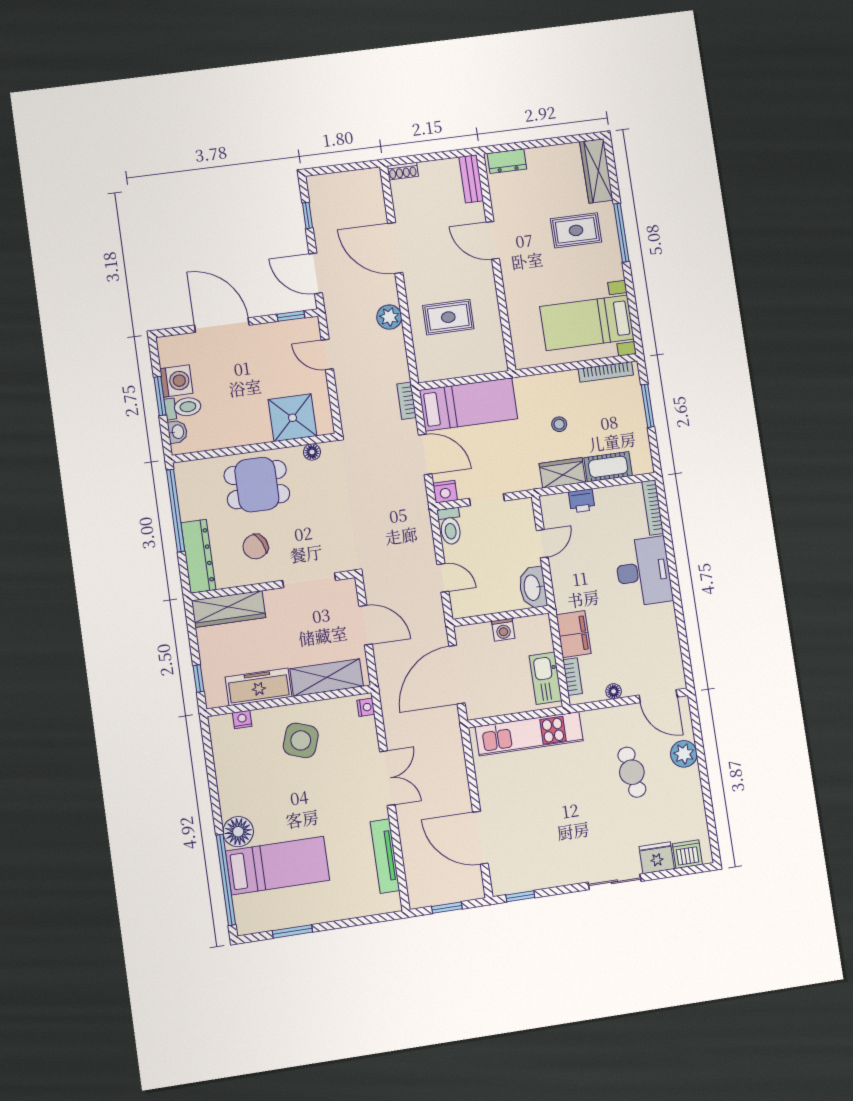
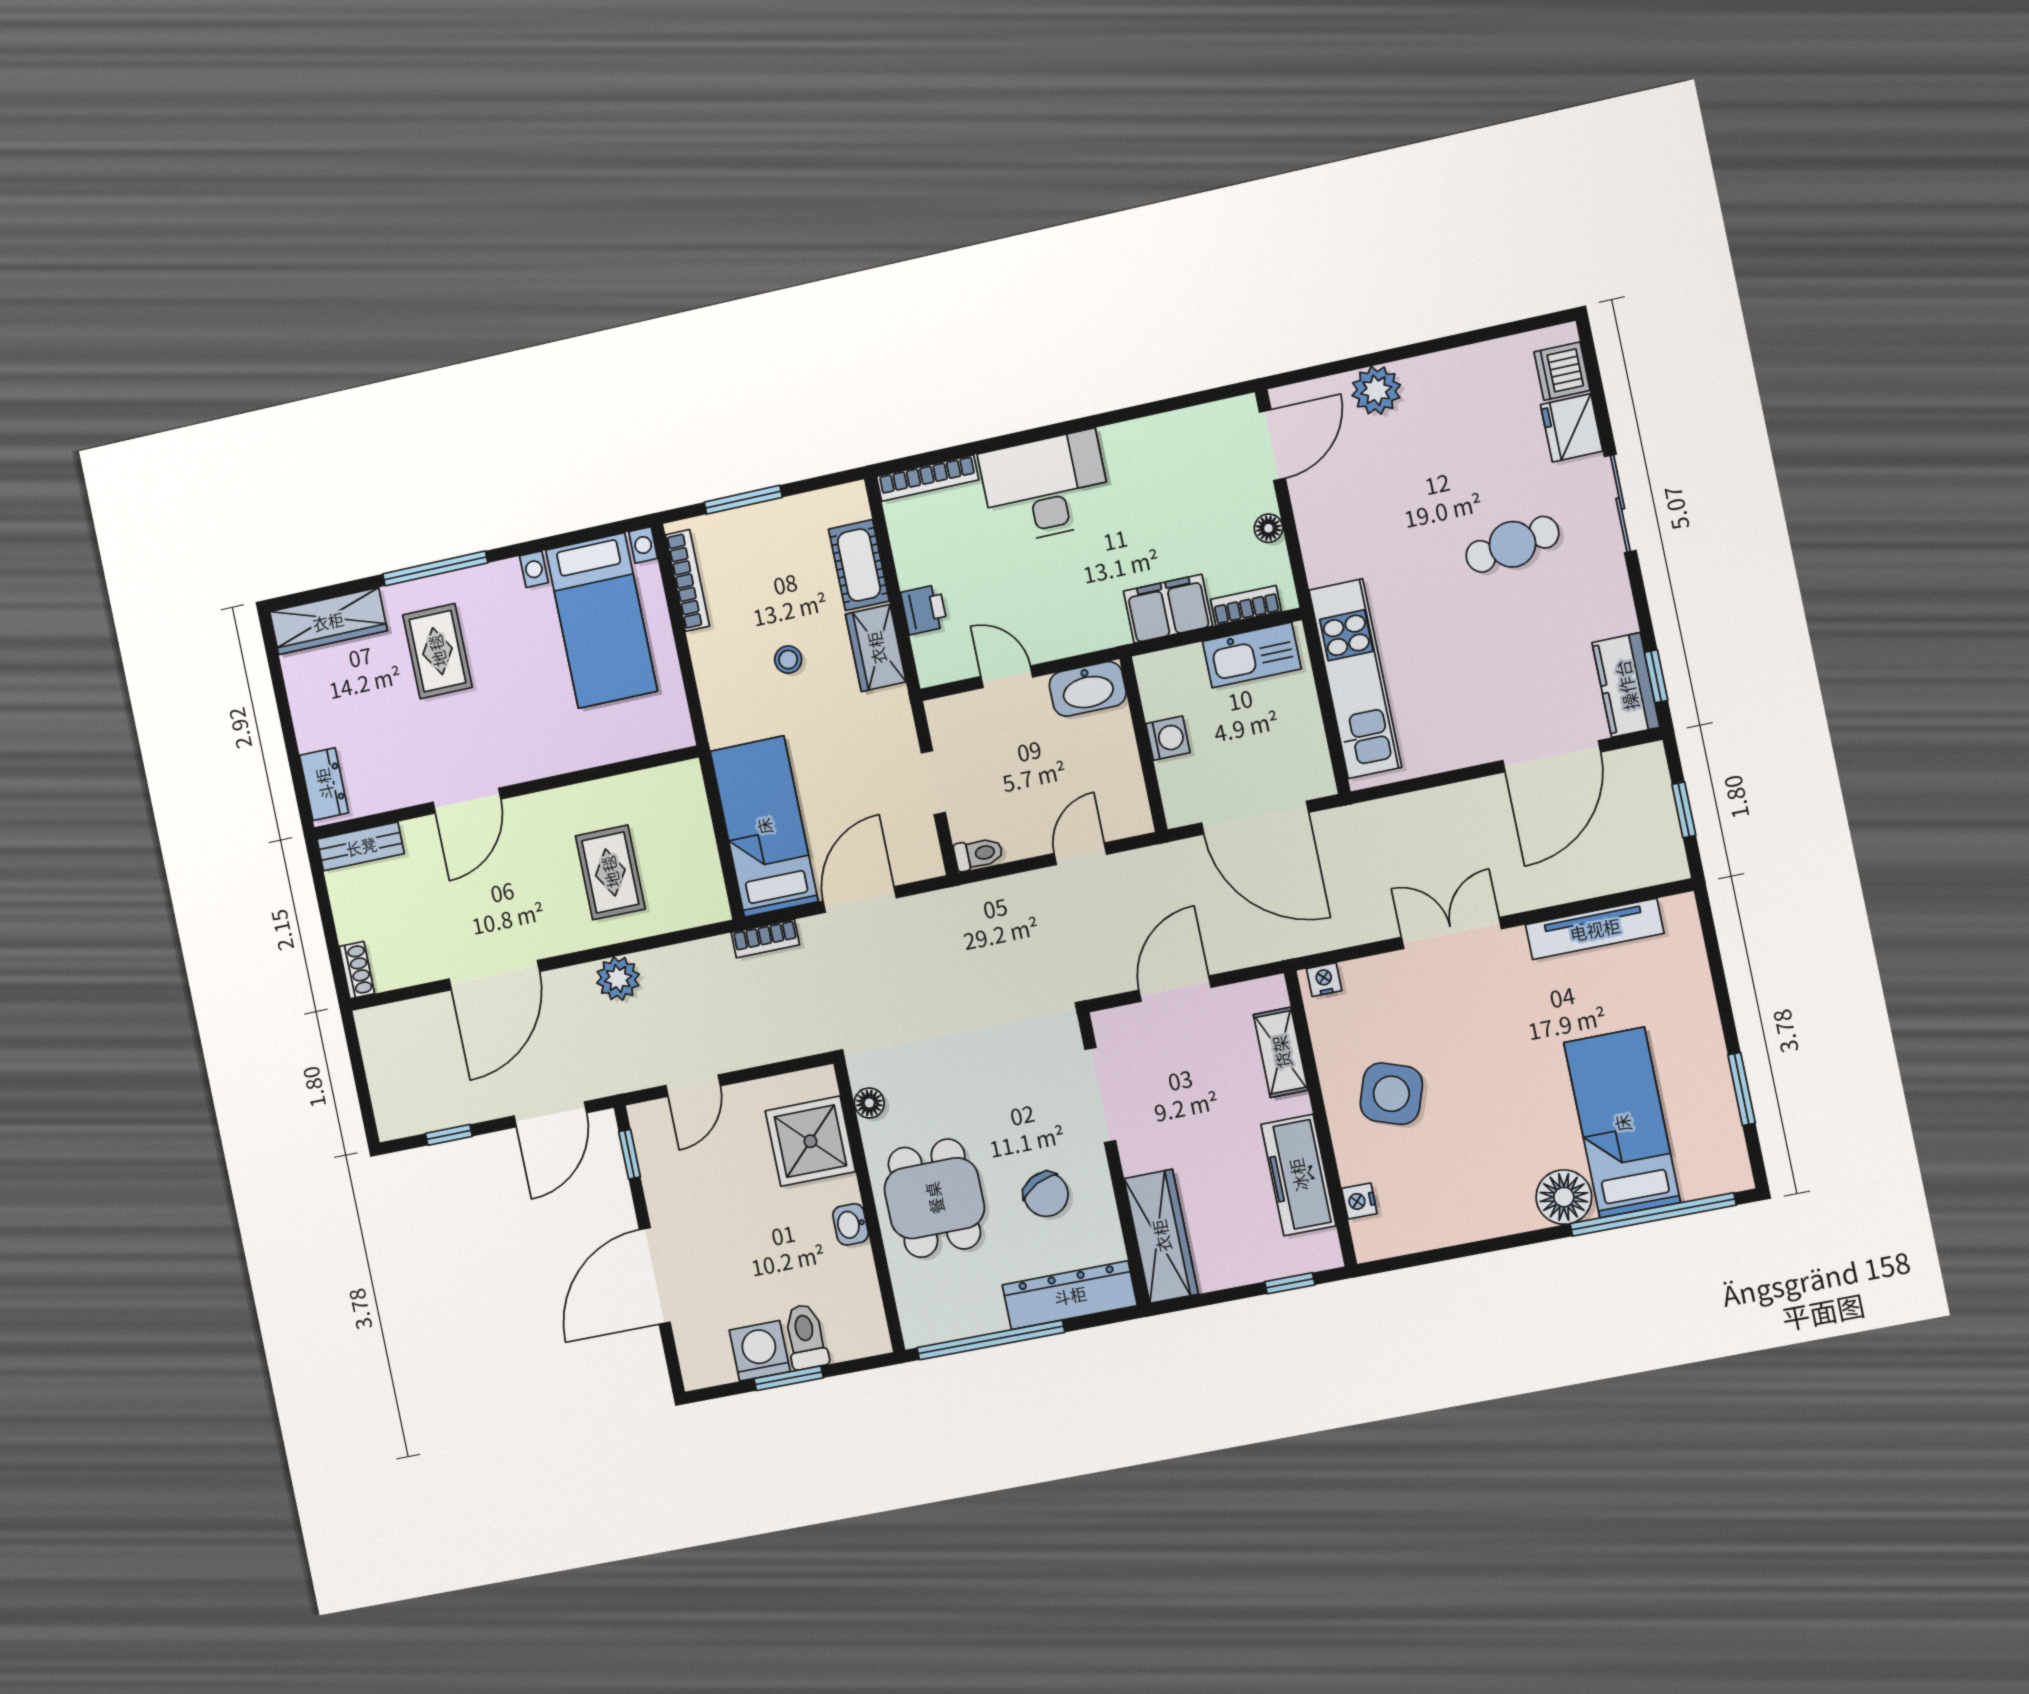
washbasin: (177, 432) -> (851, 1224), moved, turned -90
nightstand: (445, 492) -> (924, 859), removed
toilet: (450, 526) -> (978, 854), width x0.73, depth x0.72
shelving: (327, 678) -> (1281, 1052), width x0.67, depth x0.75
cafe table: (632, 772) -> (1512, 544), moved
kitchen counter: (517, 880) -> (1626, 685), added

